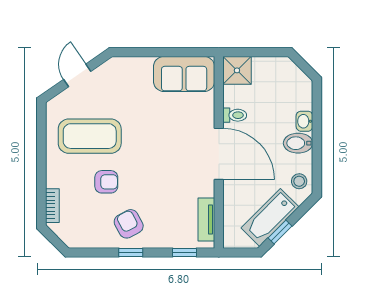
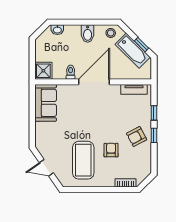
washbasin: (304, 121) -> (57, 30), moved
window: (184, 252) -> (154, 113), moved

